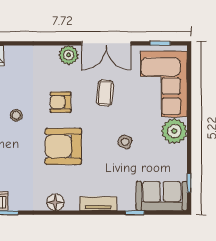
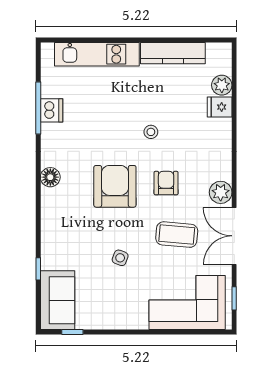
coffee table: (105, 93) -> (177, 235), width x1.36, depth x1.30
plant: (174, 131) -> (133, 315), removed
tv unit: (98, 204) -> (49, 227), removed

